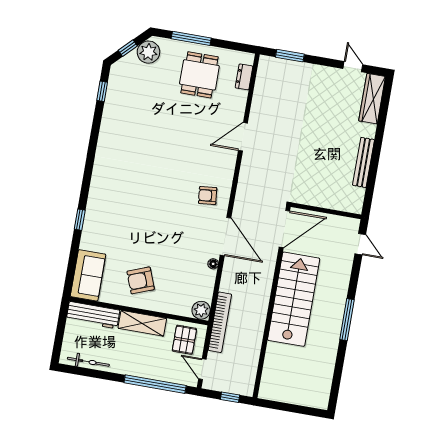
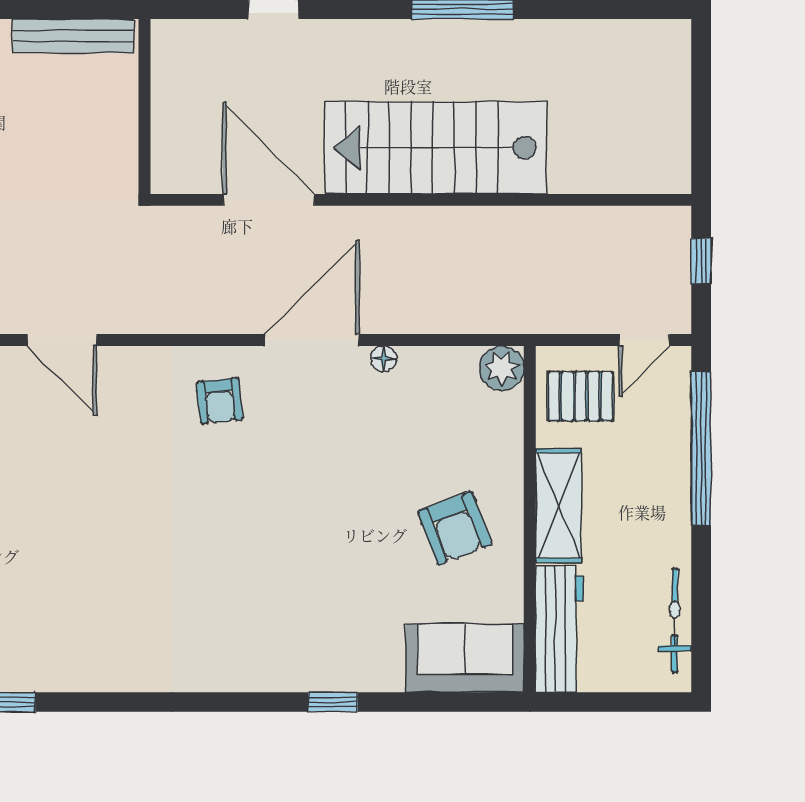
wall: (326, 211) -> (144, 106), moved
bookcase: (220, 322) -> (523, 317), removed

